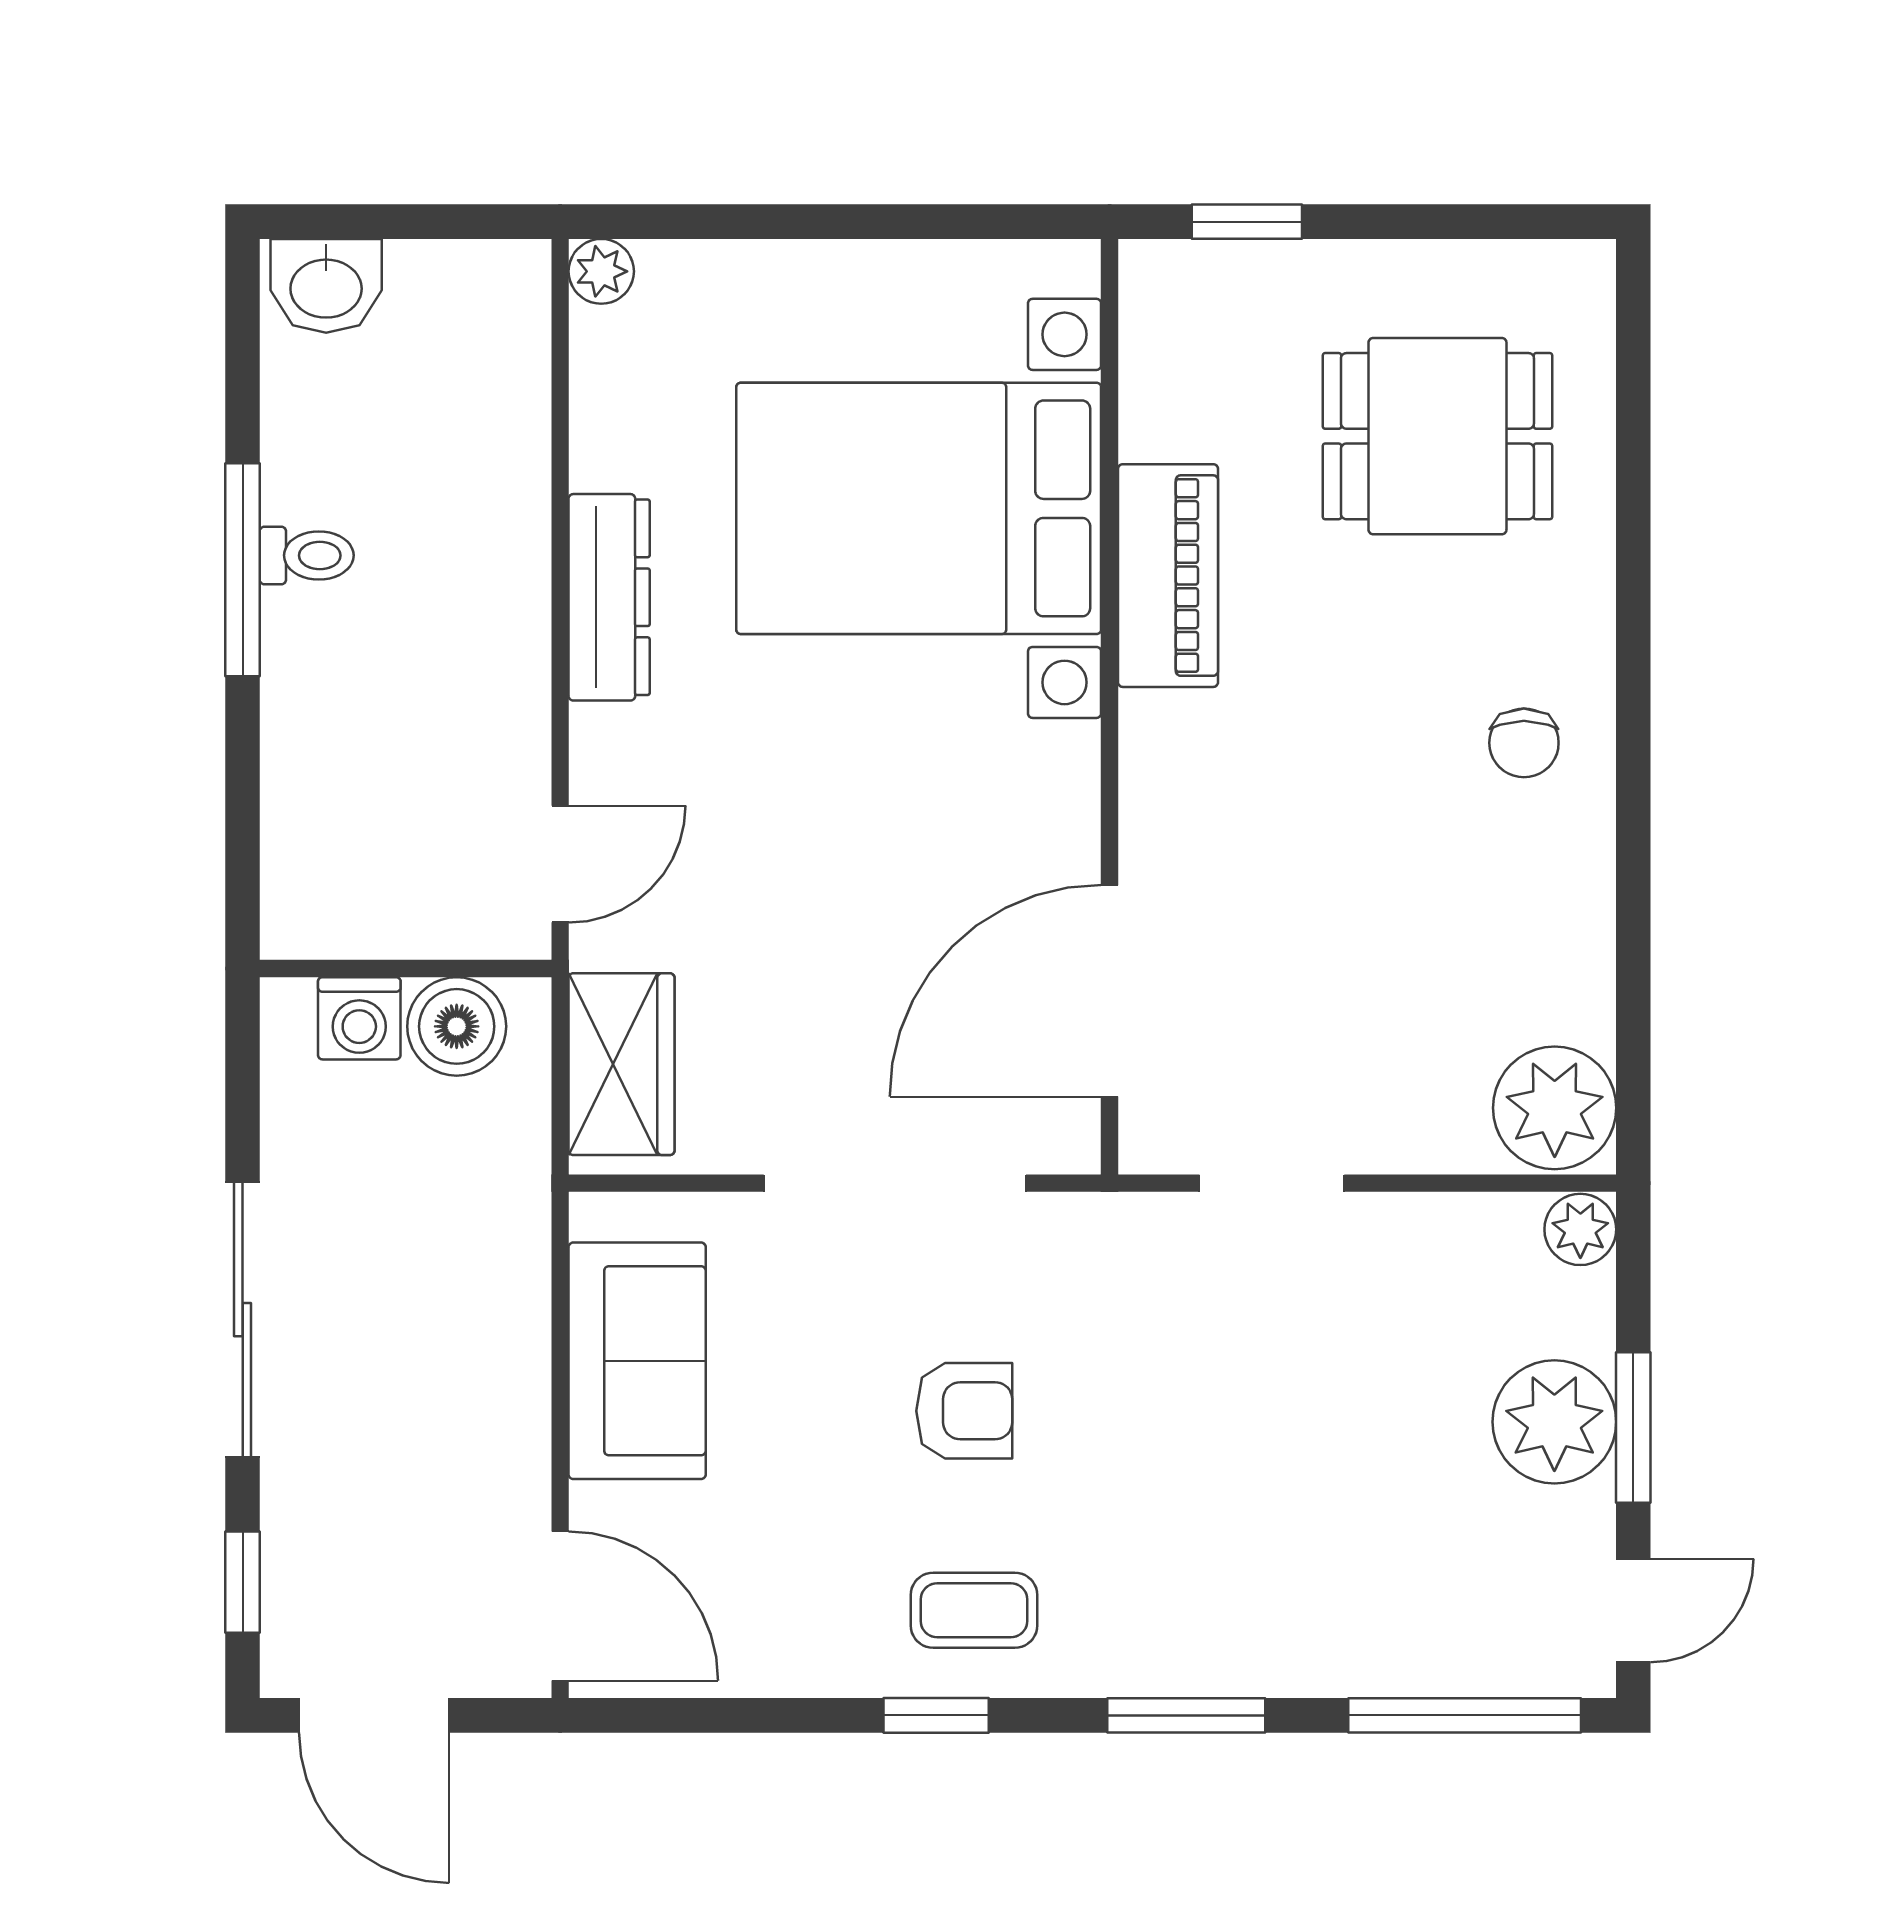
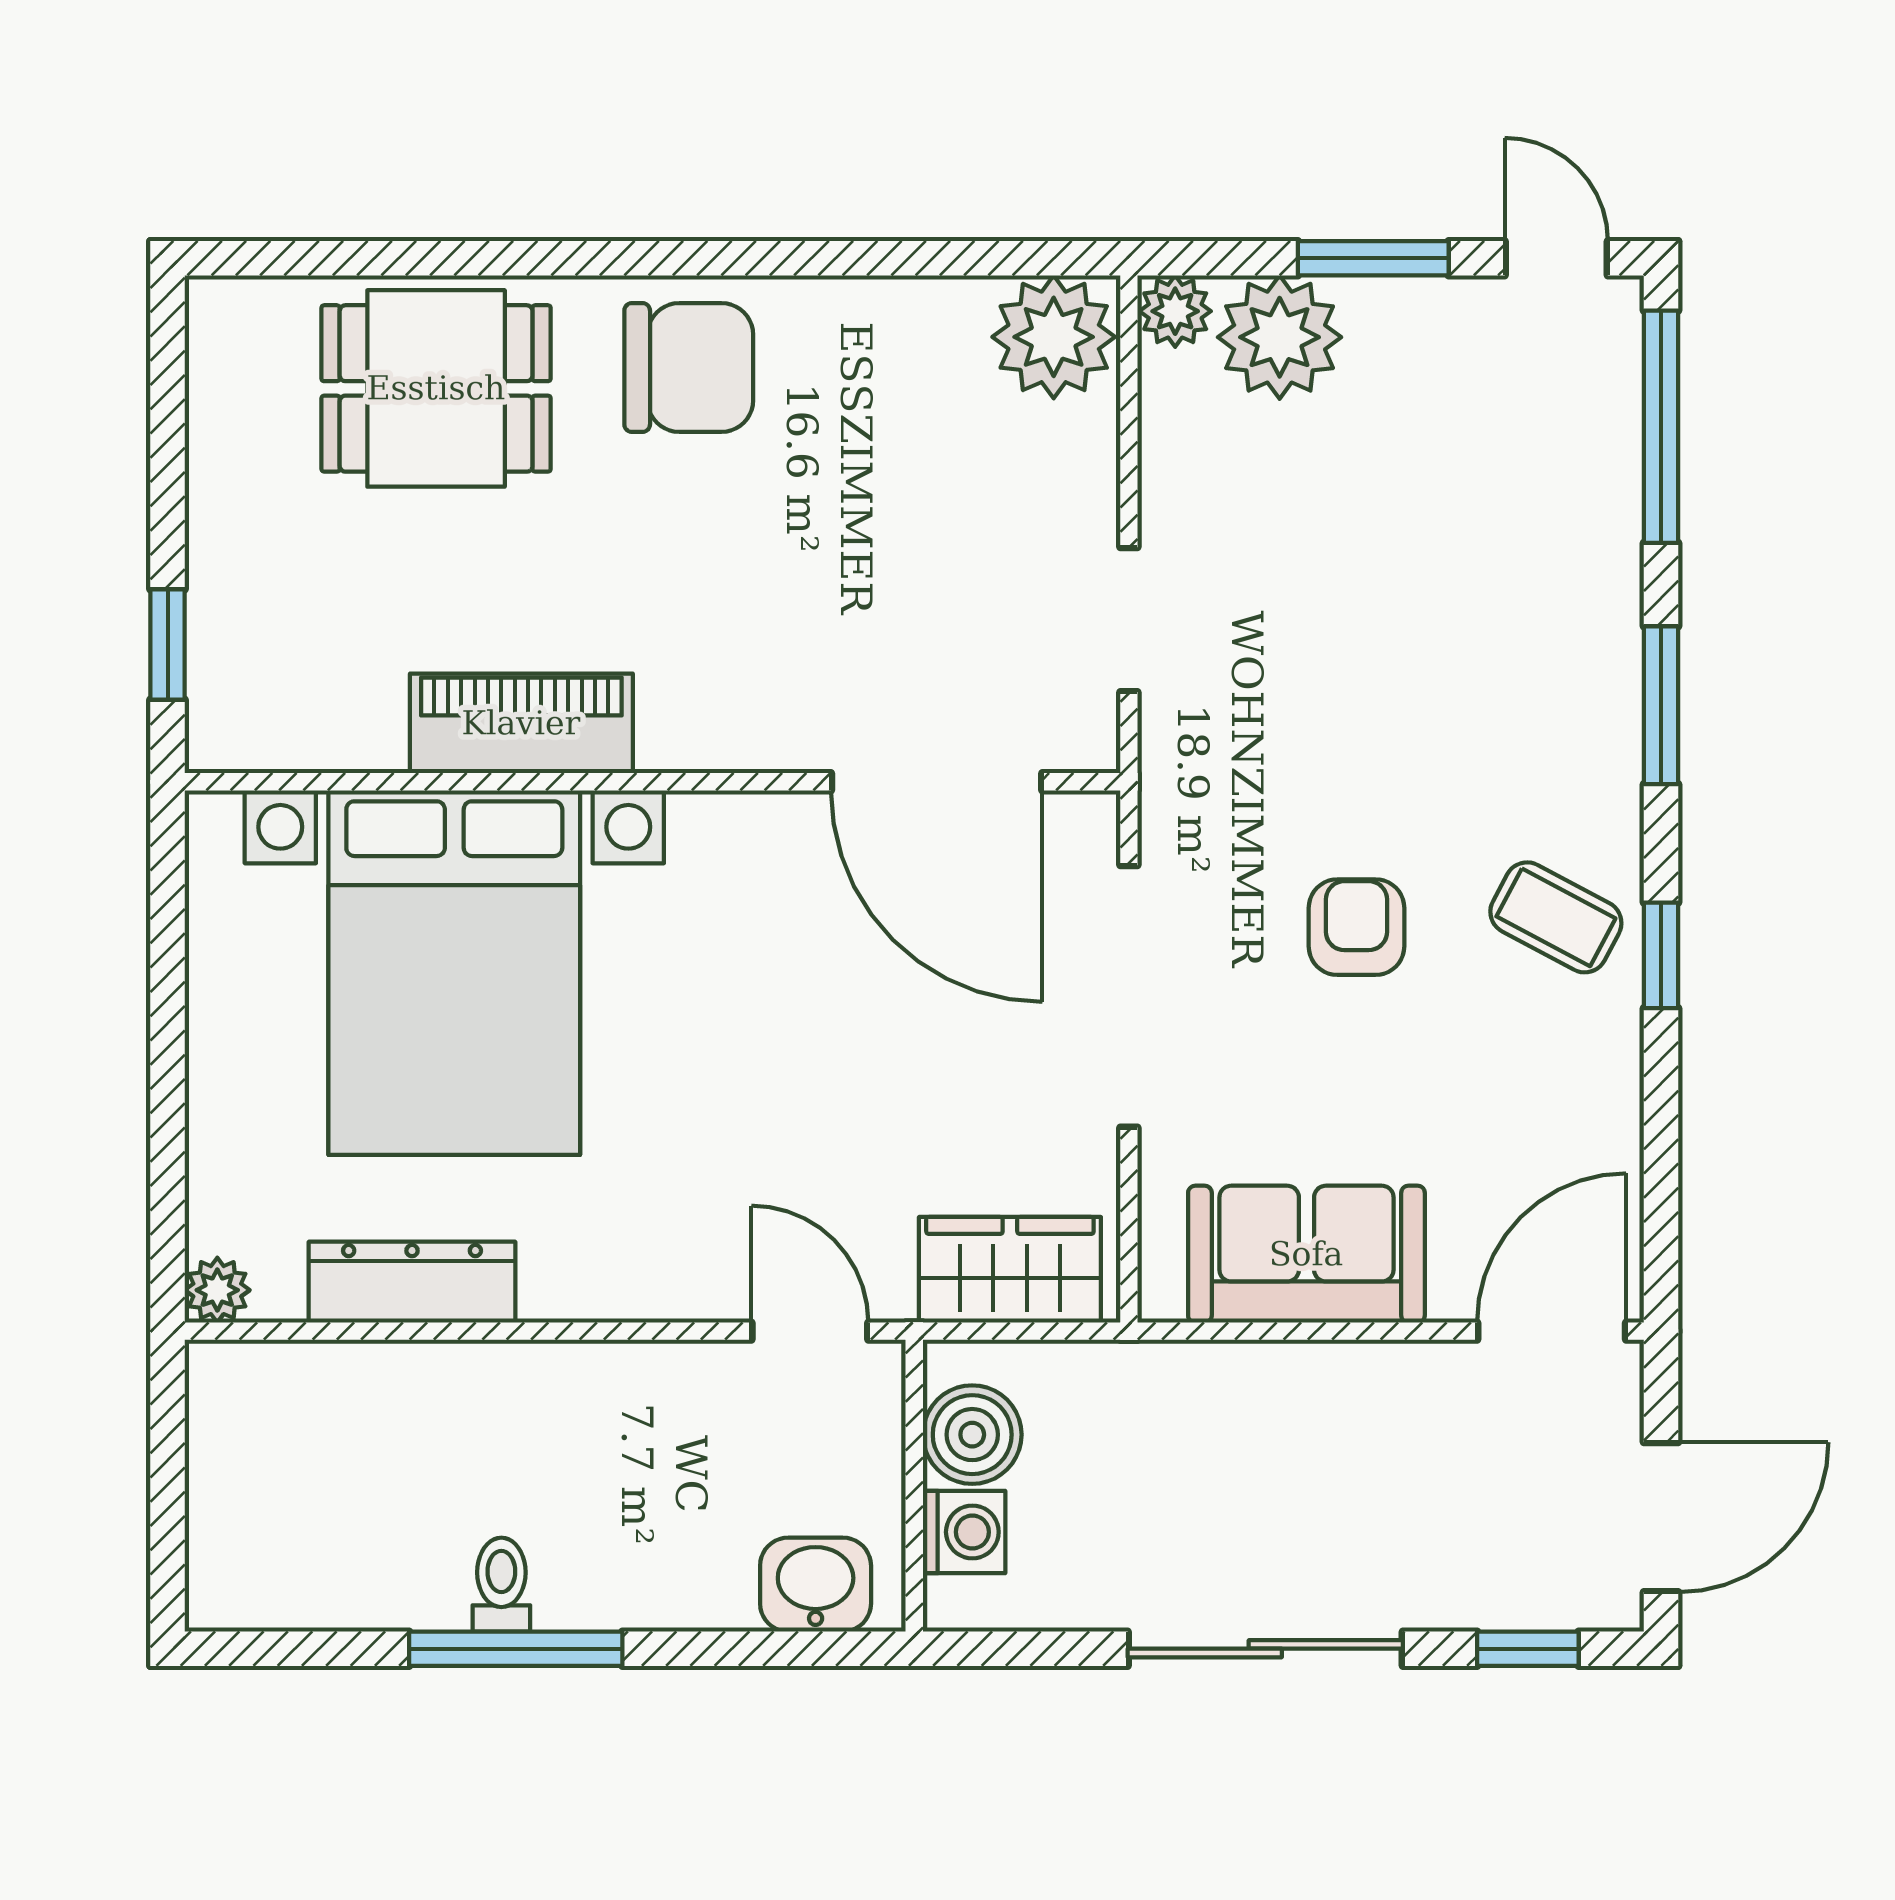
washbasin: (326, 286) -> (816, 1585), moved, turned -90
dining table: (1437, 436) -> (436, 388), moved, turned 90
dresser: (609, 597) -> (412, 1282), moved
chair: (1524, 743) -> (689, 368), width x1.87, depth x1.87
plant: (1554, 1422) -> (1280, 337), moved
coffee table: (974, 1610) -> (1556, 917), turned -62

